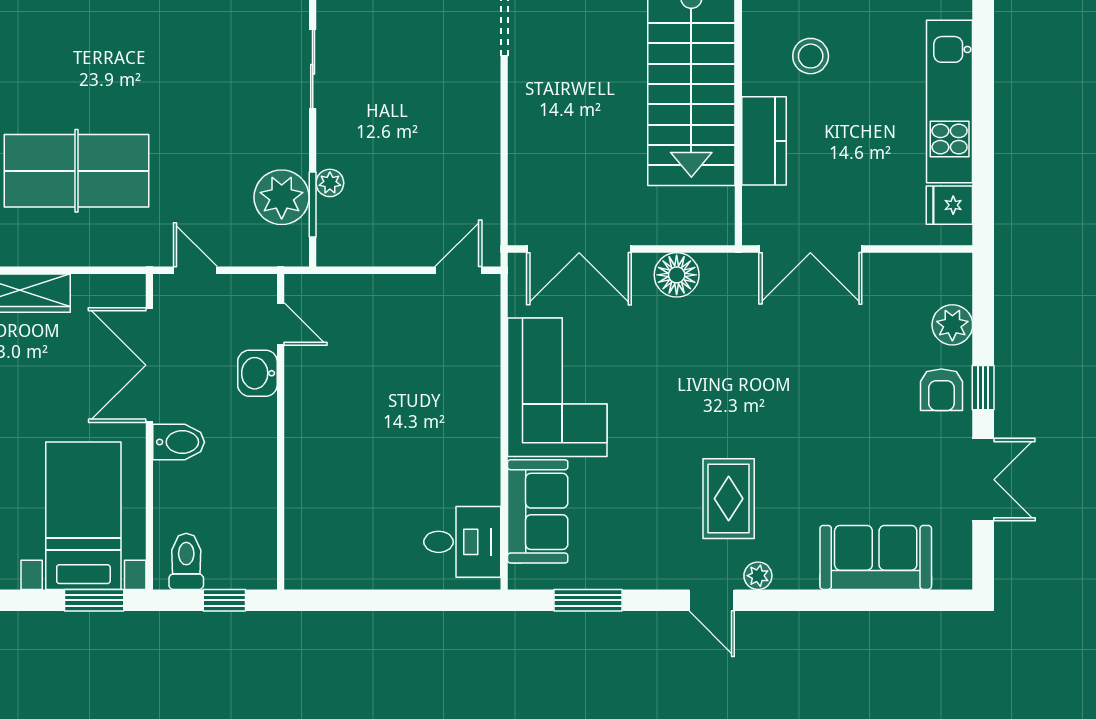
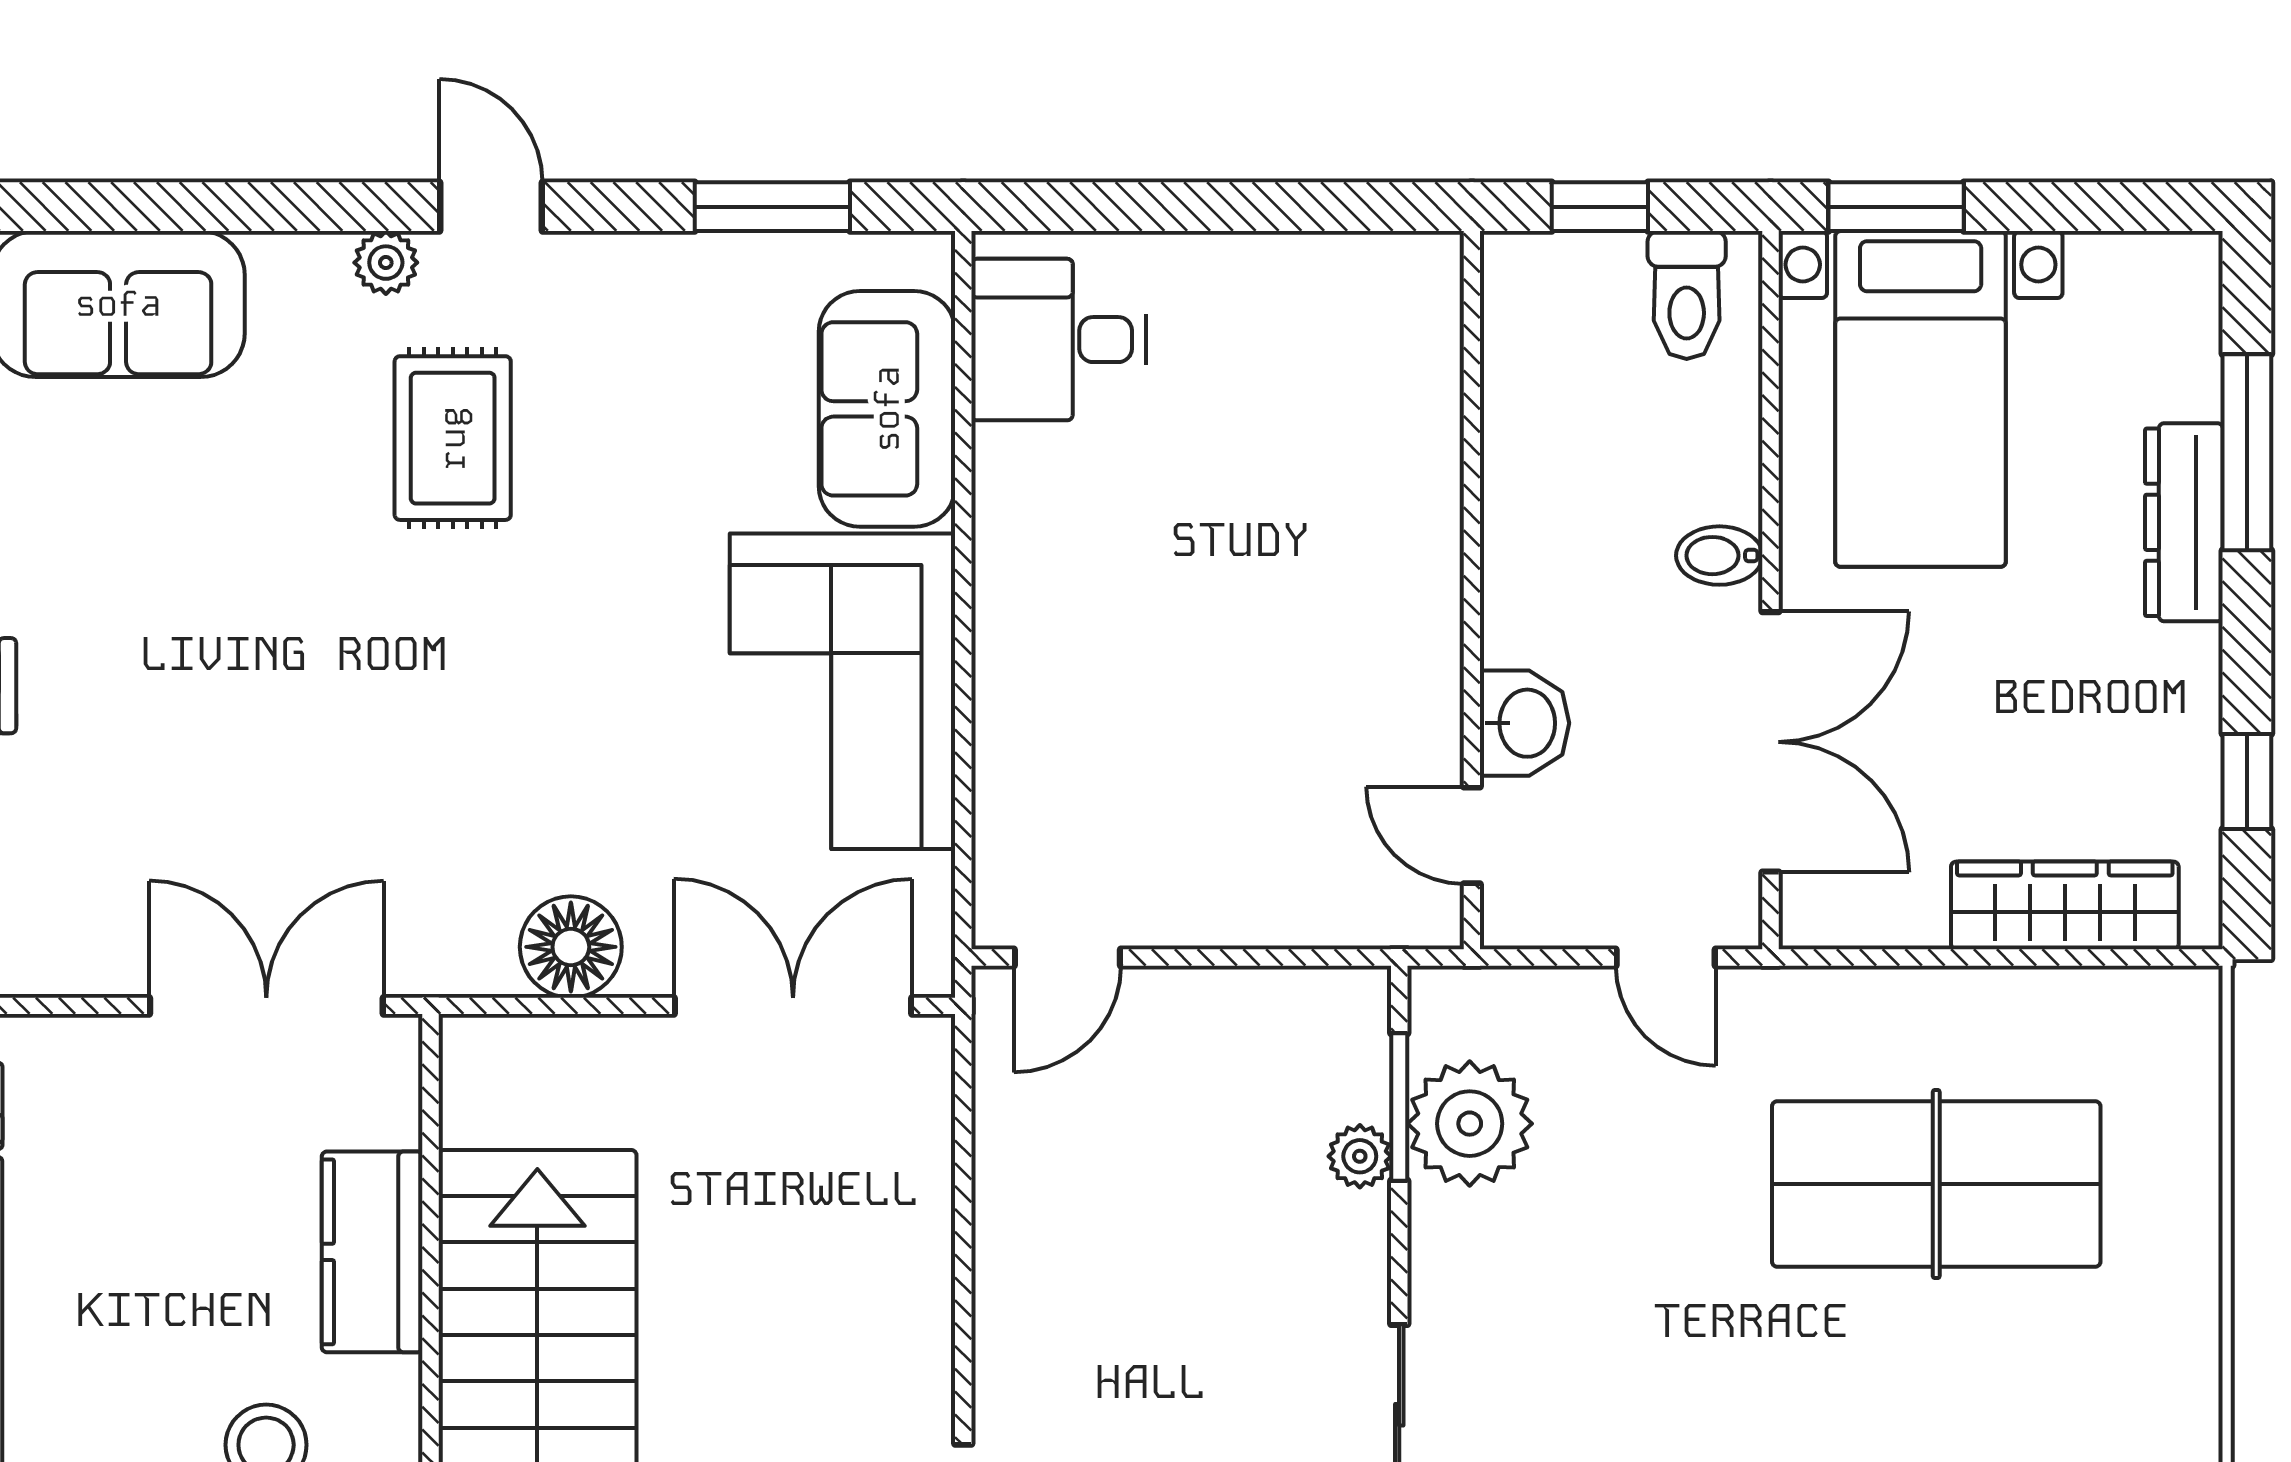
bidet: (179, 442) -> (1719, 556), width x0.72, depth x0.74

